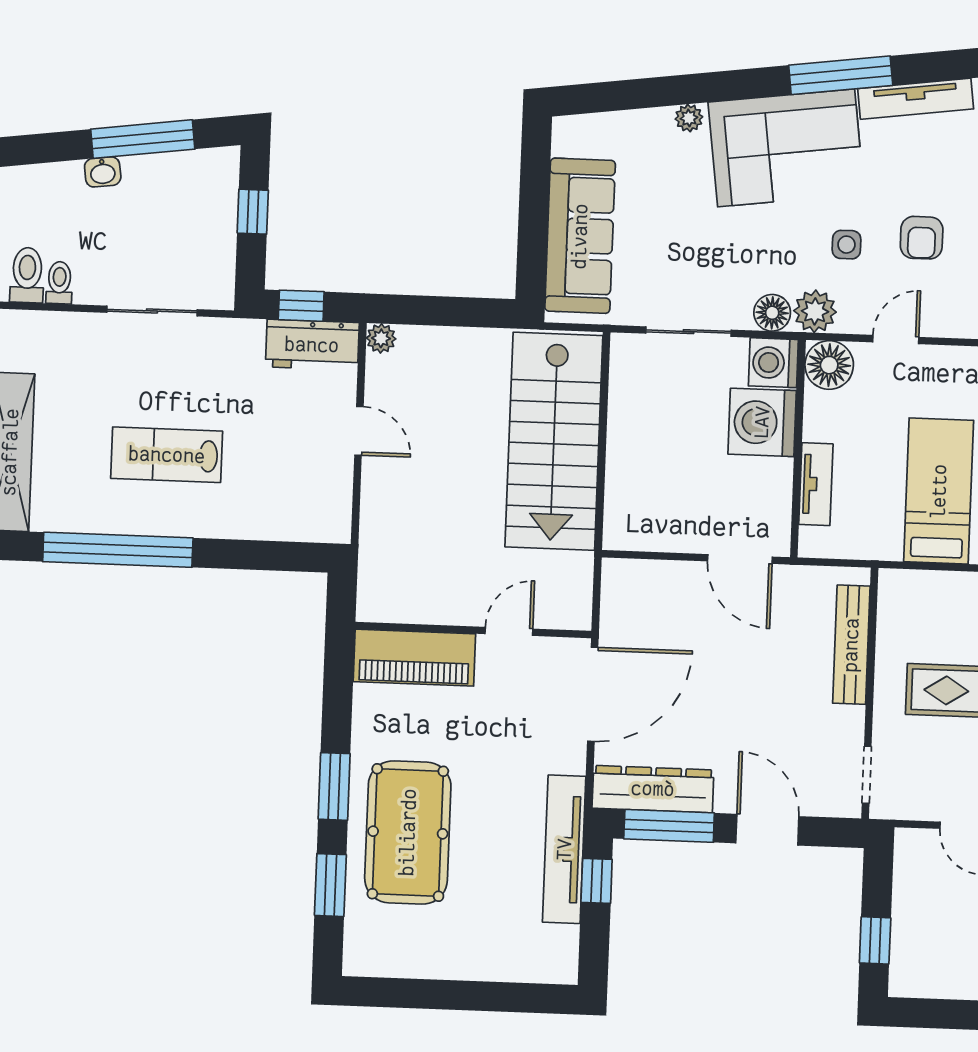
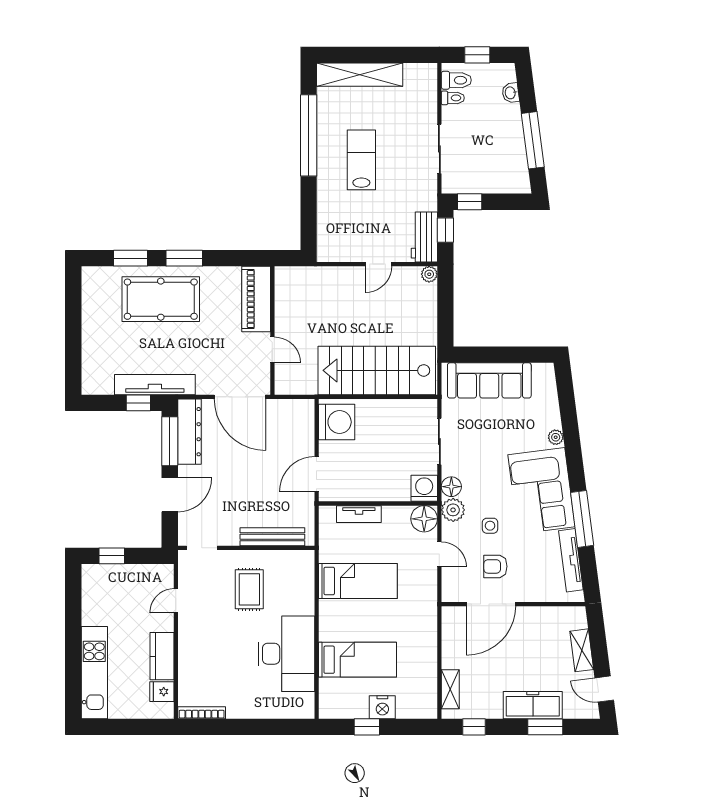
washbasin: (103, 172) -> (511, 93), moved
window: (253, 212) -> (470, 202), moved
washing machine: (762, 422) -> (337, 422), moved, turned 90

